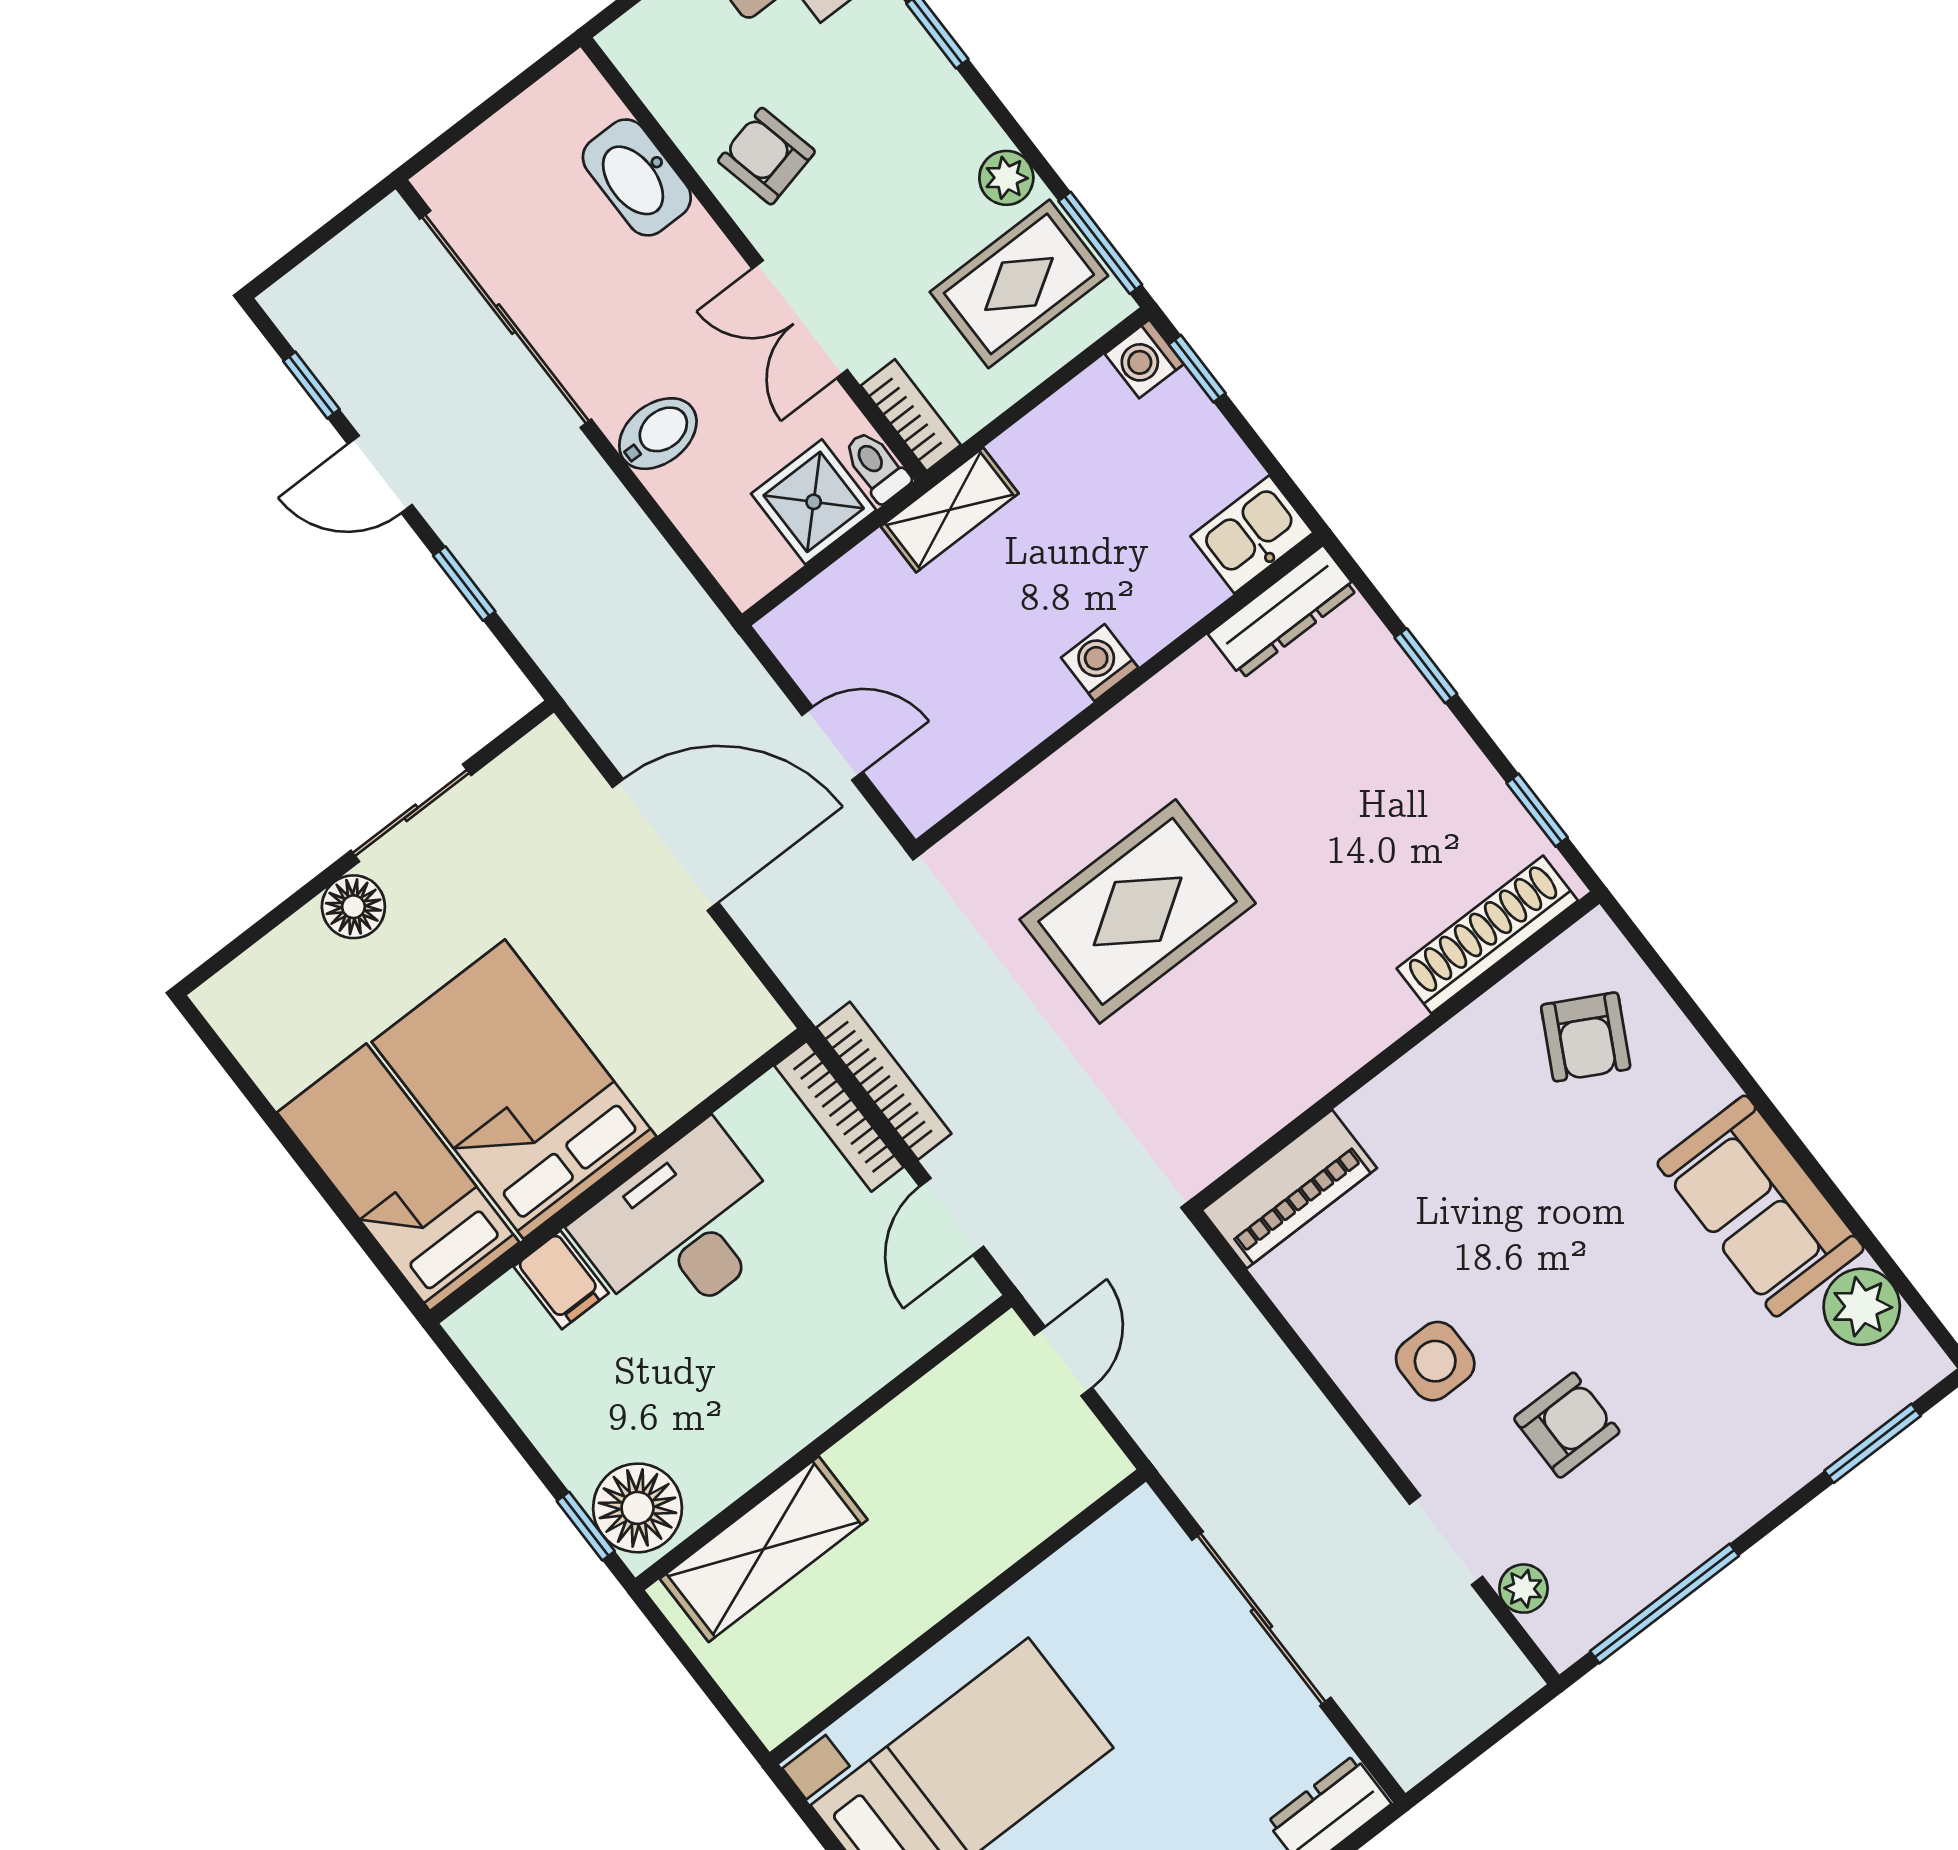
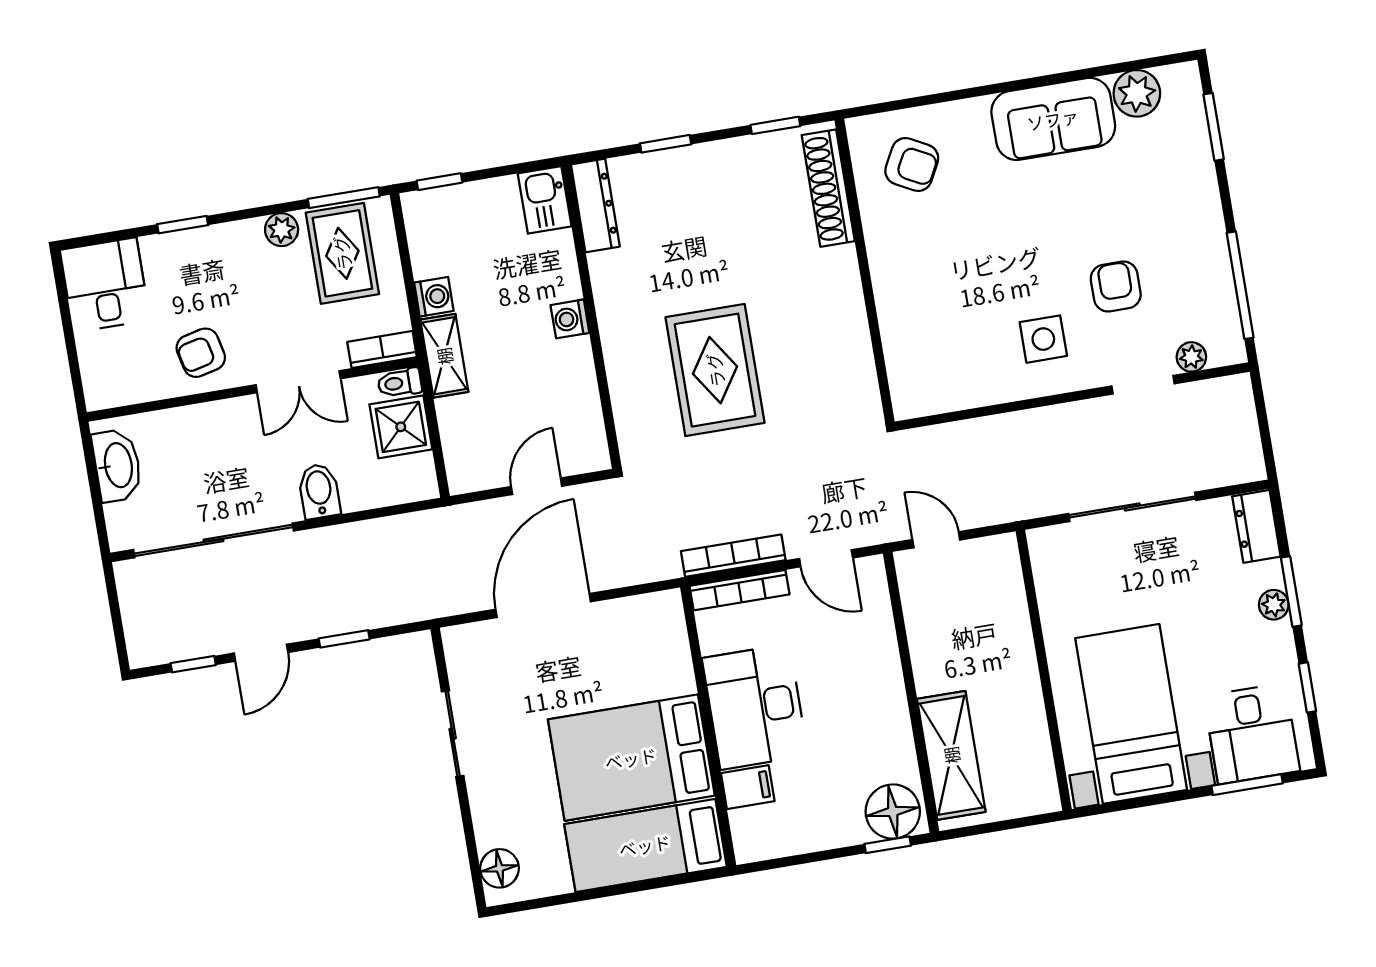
washbasin: (637, 177) -> (117, 465), moved, turned -90
washing machine: (1144, 359) -> (434, 297), moved, turned -90
floor lamp: (353, 907) -> (500, 868), moved
piano: (1289, 1189) -> (909, 368), removed

